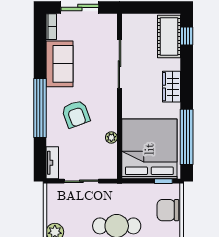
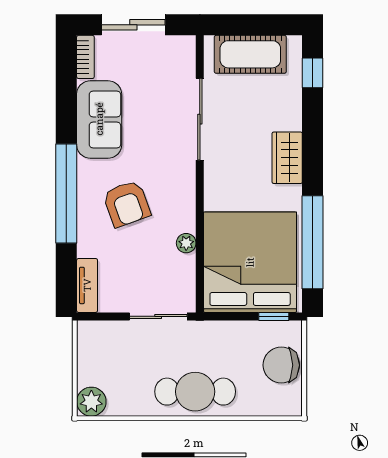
cot: (169, 36) -> (250, 54), moved, turned 90
sliding door: (81, 181) -> (158, 316), moved

